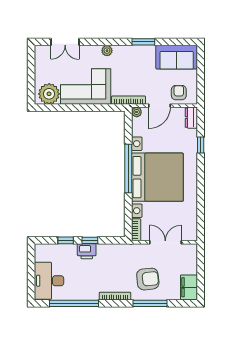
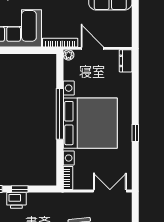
armchair: (179, 93) -> (113, 35), removed
door: (159, 106) -> (92, 48), swing flipped
window: (201, 145) -> (135, 133), moved
double door: (165, 242) -> (110, 191), moved

